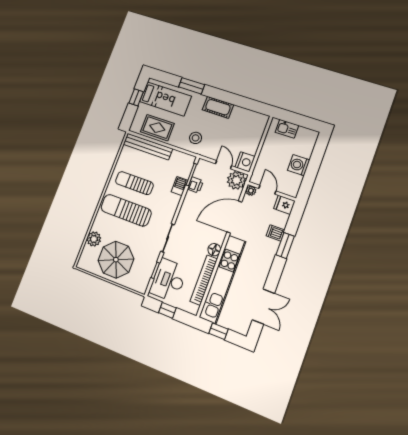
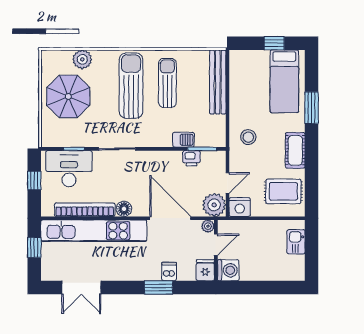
rug: (157, 128) -> (283, 191), moved, turned 90
washing machine: (299, 165) -> (228, 270), moved, turned 90

